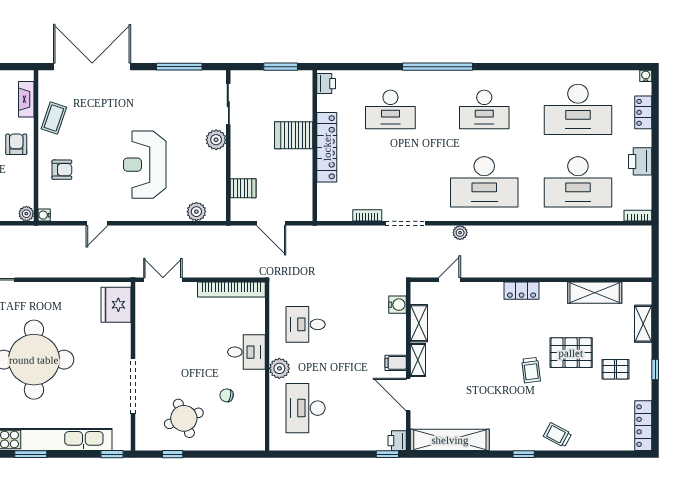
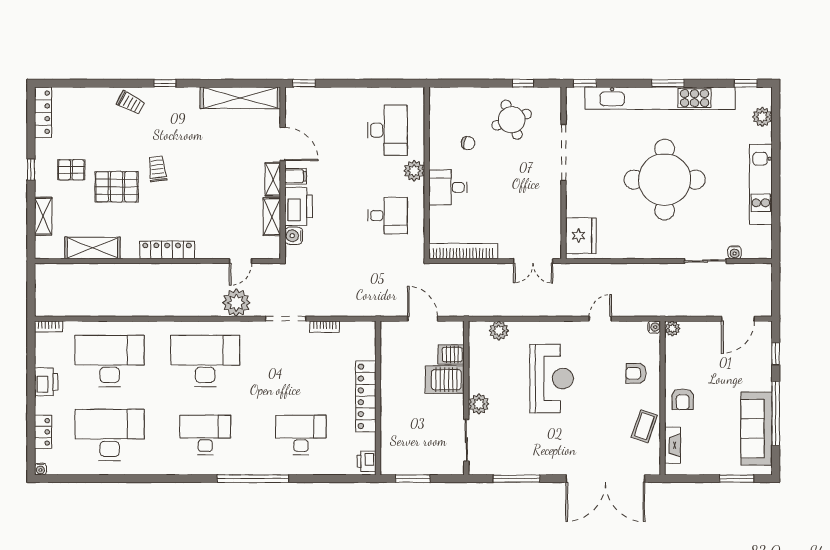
server rack: (294, 135) -> (445, 380), moved, turned 180
plant: (460, 233) -> (236, 303), width x1.88, depth x1.88
locker: (522, 291) -> (167, 250), width x1.53
printer: (397, 441) -> (298, 206), moved, width x1.87, depth x1.48

